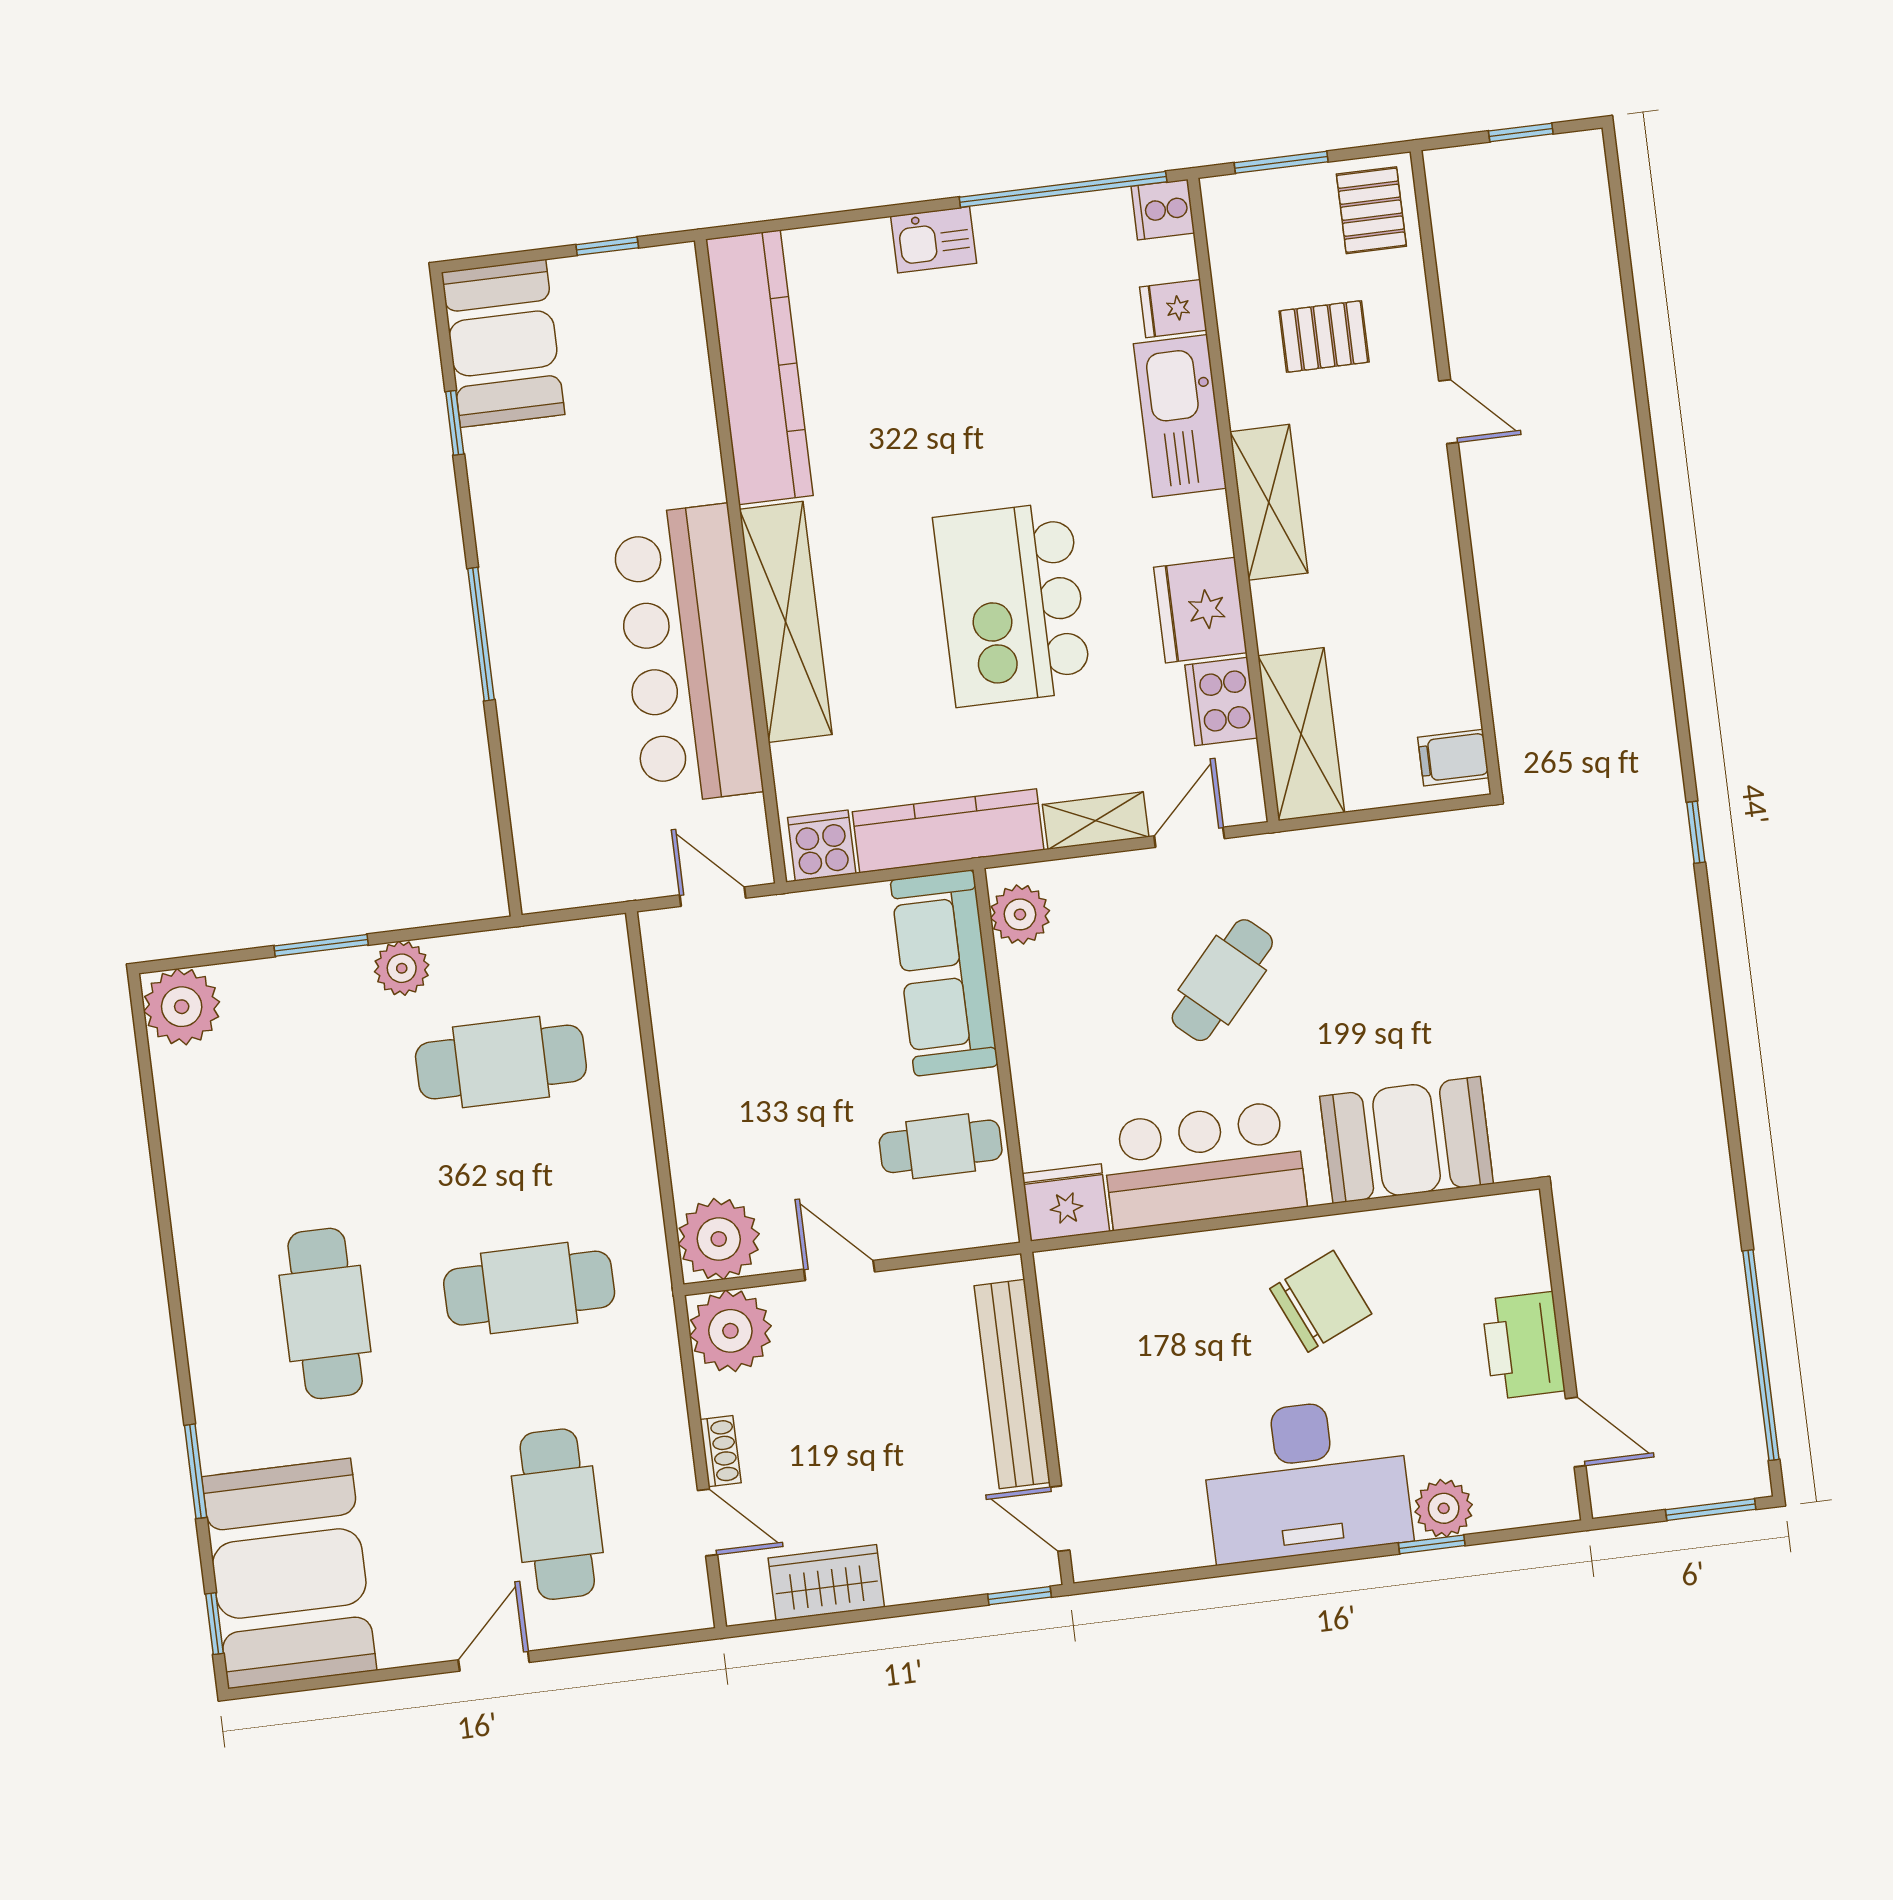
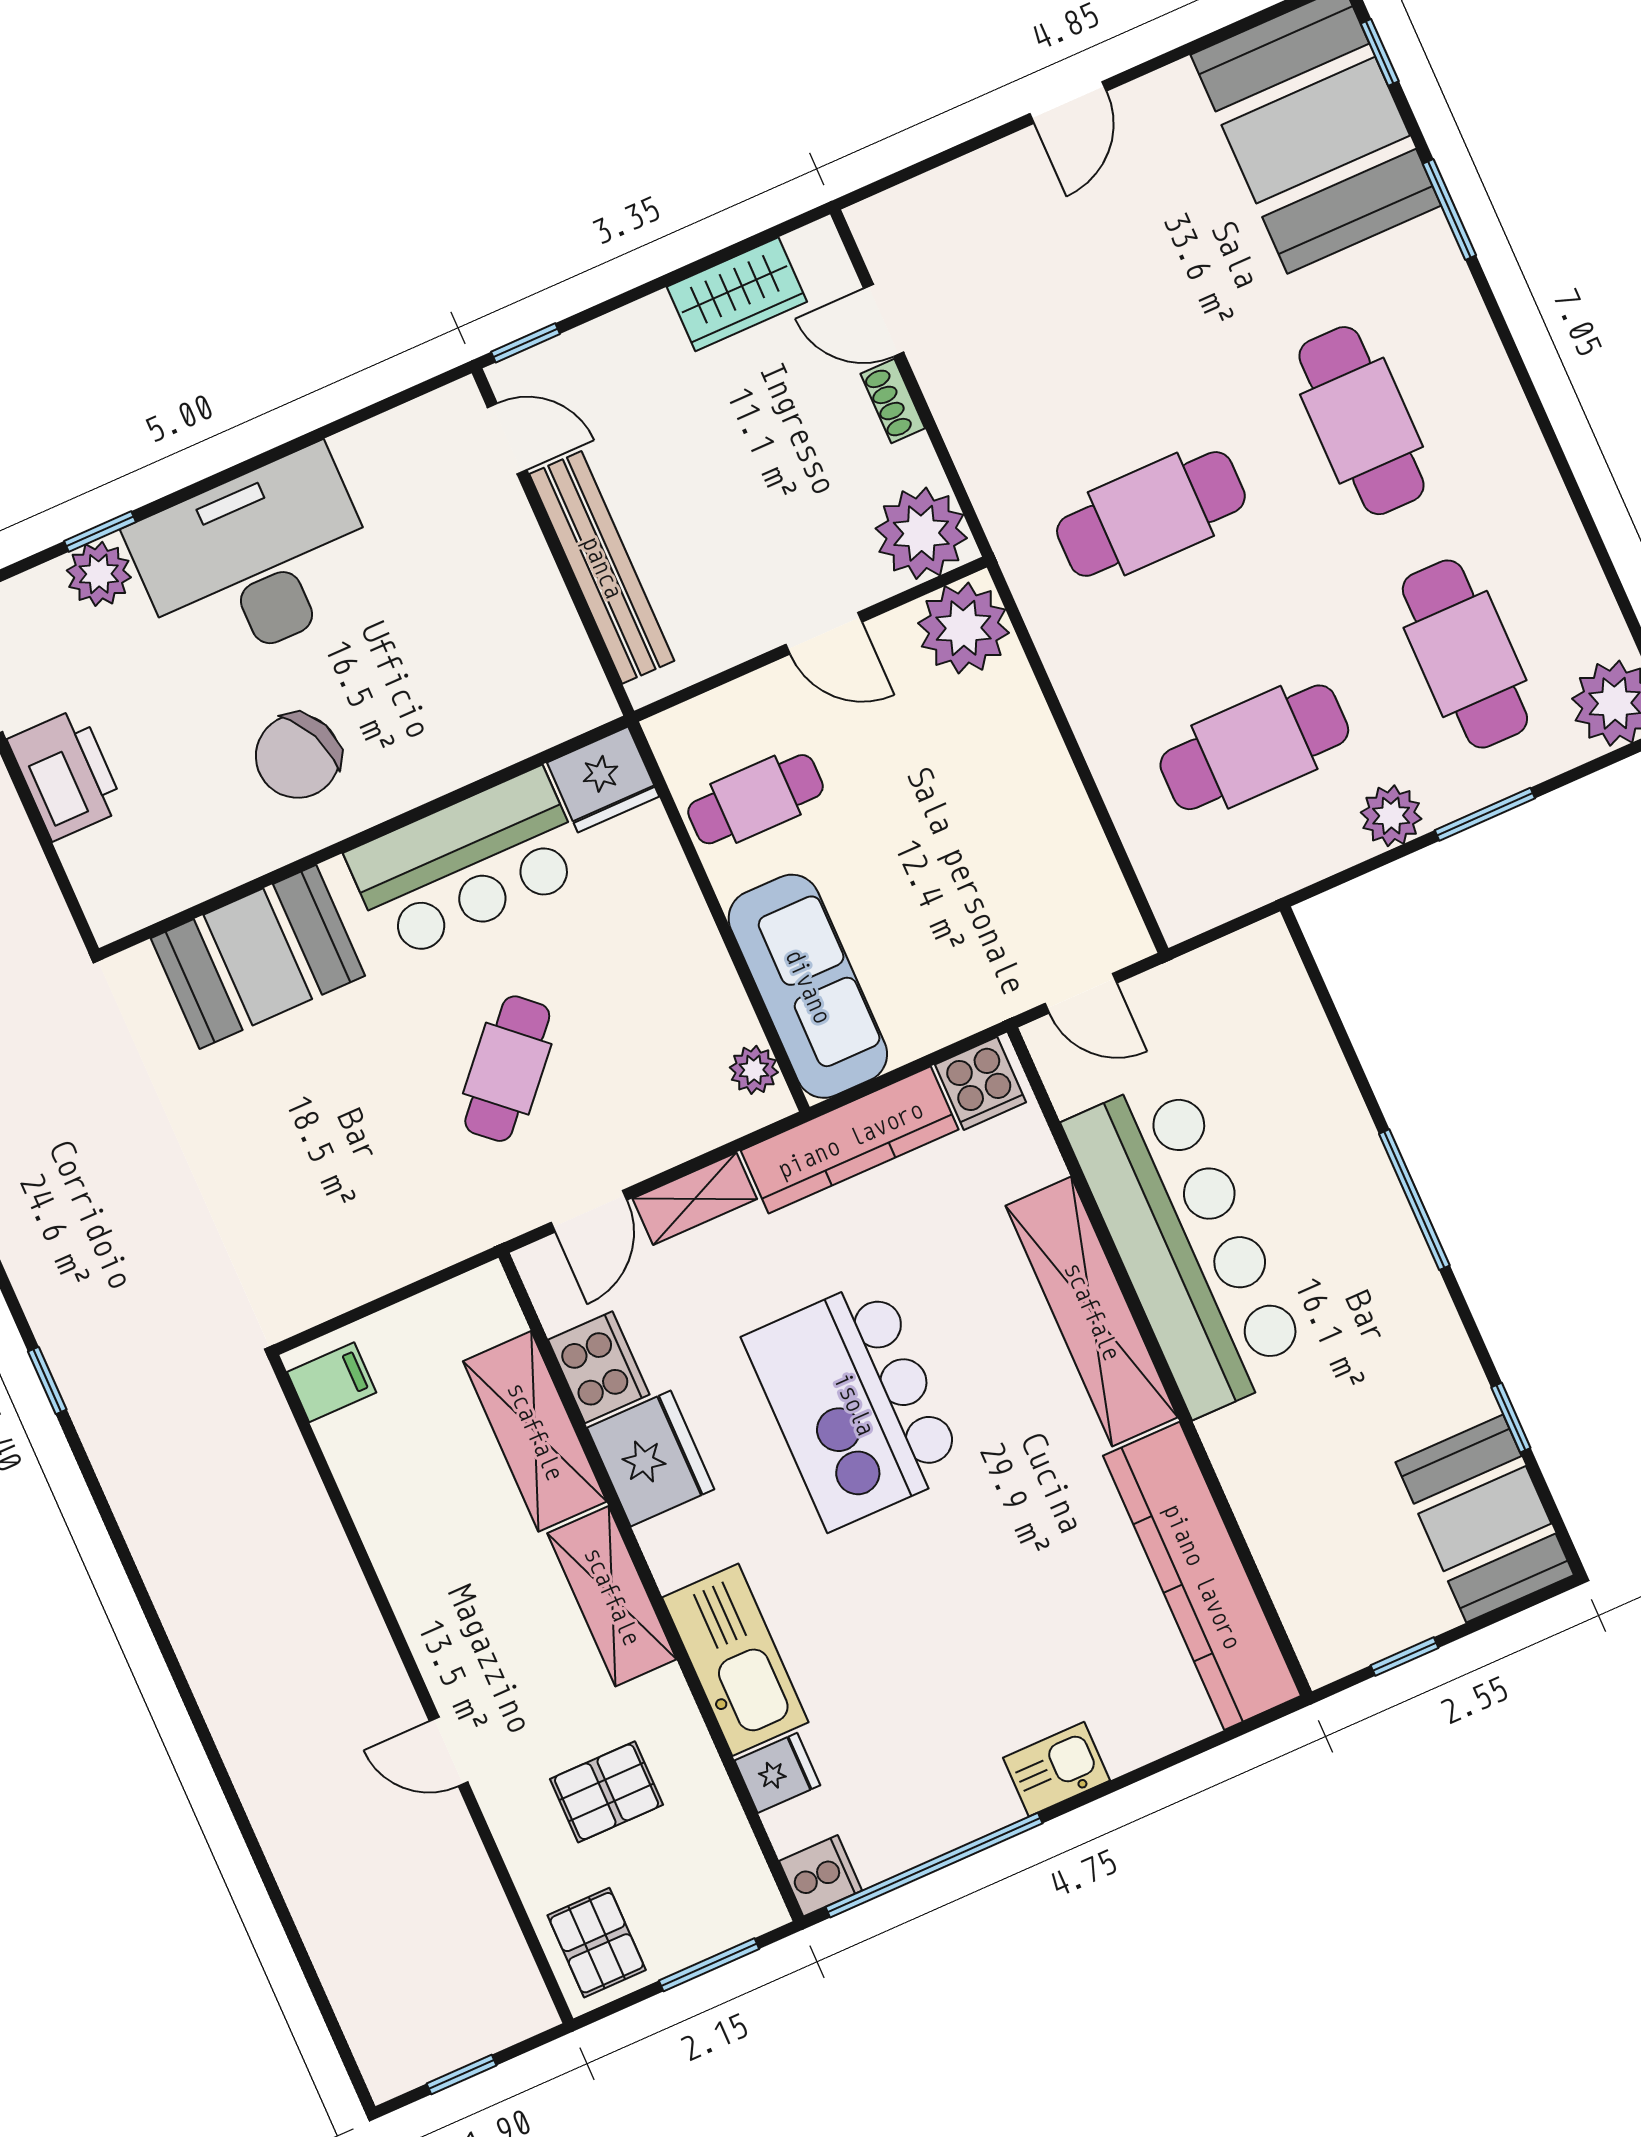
kitchen island: (1012, 604) -> (854, 1404), turned 180
shelving: (1301, 734) -> (535, 1431), moved
plant: (1020, 914) -> (754, 1070), width x0.73, depth x0.73
cafe table: (557, 1514) -> (1465, 654), moved

